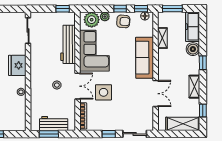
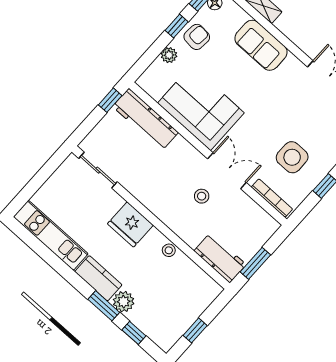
plant: (92, 20) -> (158, 76), removed
workbench: (68, 44) -> (145, 120), moved
sofa: (145, 58) -> (261, 45), width x0.73
side table: (104, 92) -> (292, 157), moved
workbench: (54, 124) -> (220, 258), moved, turned 90

